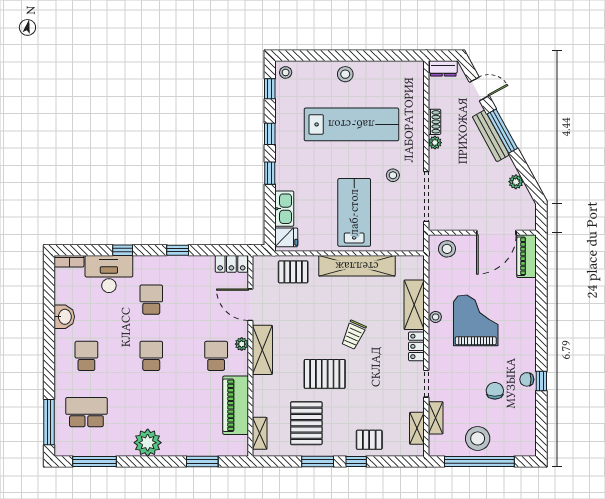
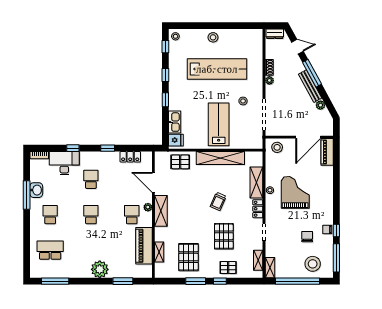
bench: (491, 136) -> (310, 86), moved
locker: (231, 264) -> (130, 157), moved
pallet: (325, 374) -> (224, 236), moved, turned 90
shelving: (436, 418) -> (270, 268), moved
window: (49, 422) -> (27, 195), moved
window: (541, 424) -> (336, 258), added
shelving: (260, 433) -> (159, 252), moved
stool: (478, 438) -> (313, 264), moved
plant: (148, 443) -> (100, 269), moved

